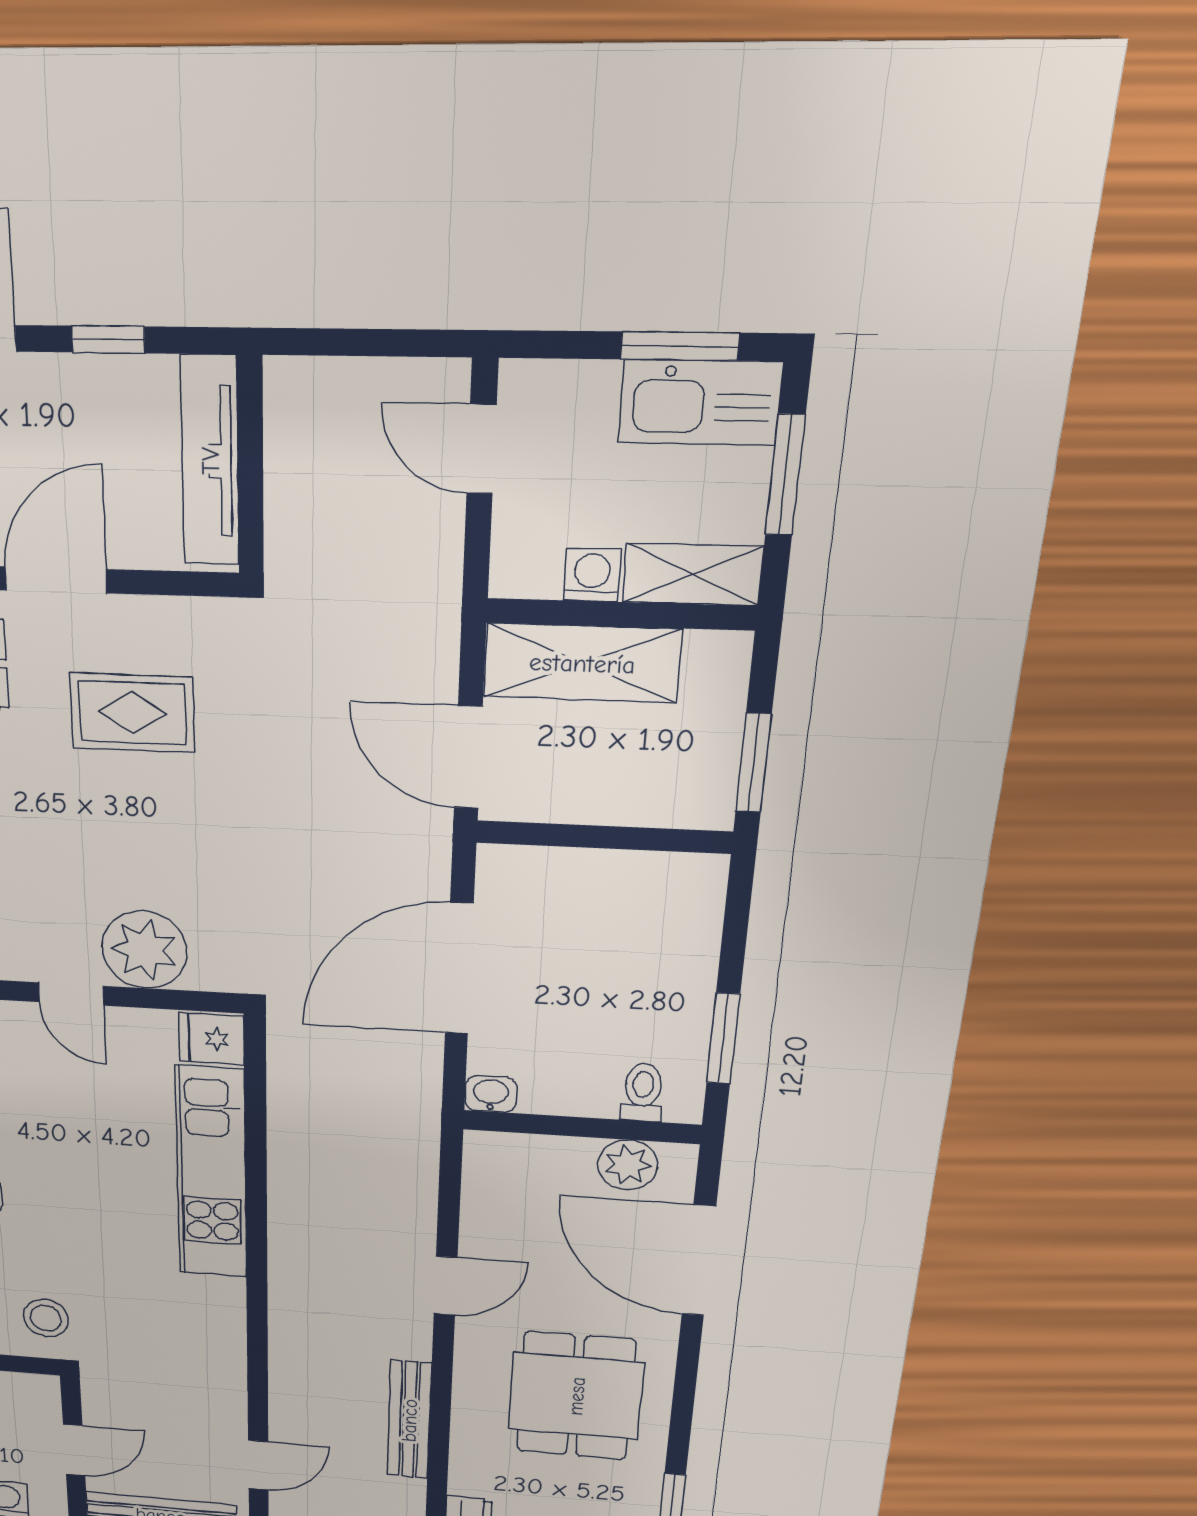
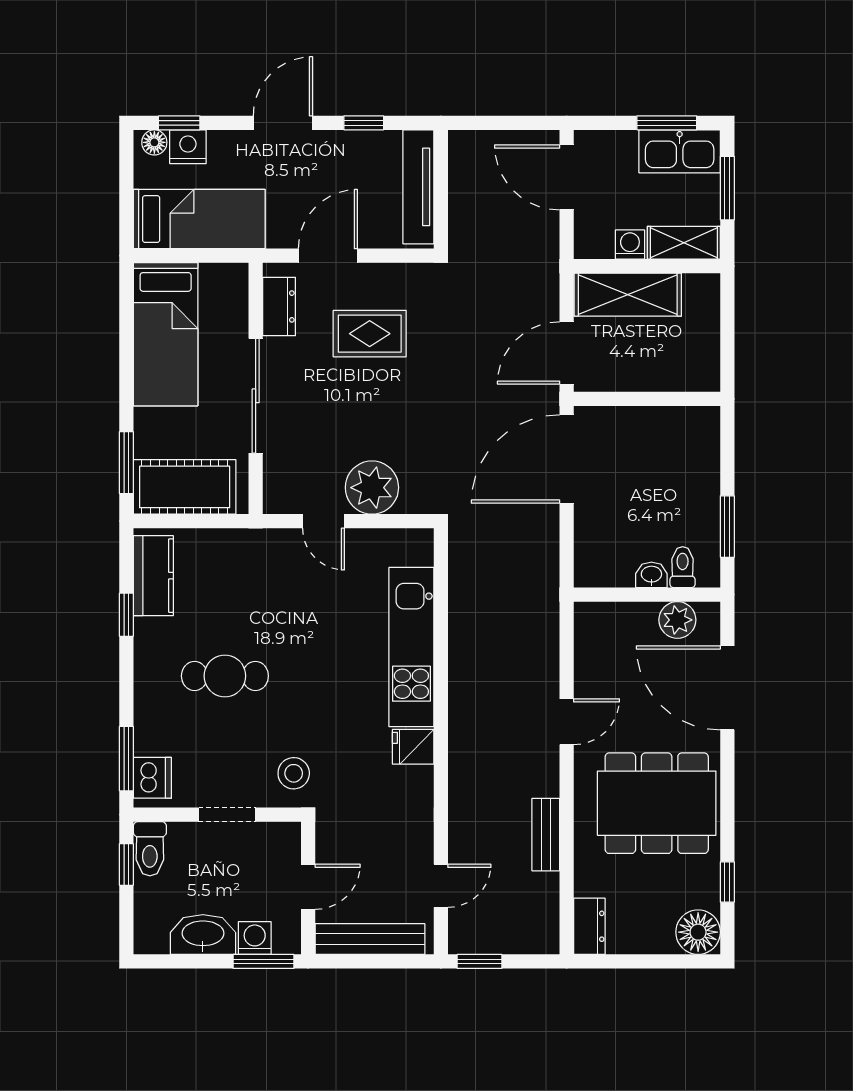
door: (481, 449) -> (567, 177), width x1.38
door: (468, 757) -> (567, 353), hinge flipped
window: (753, 763) -> (727, 350), removed
door: (459, 969) -> (567, 459), moved
fridge: (212, 1039) -> (413, 747), moved
washbasin: (491, 1094) -> (651, 575), moved
dining table: (576, 1396) -> (657, 803), width x1.37
bench: (409, 1420) -> (546, 835), width x0.73

